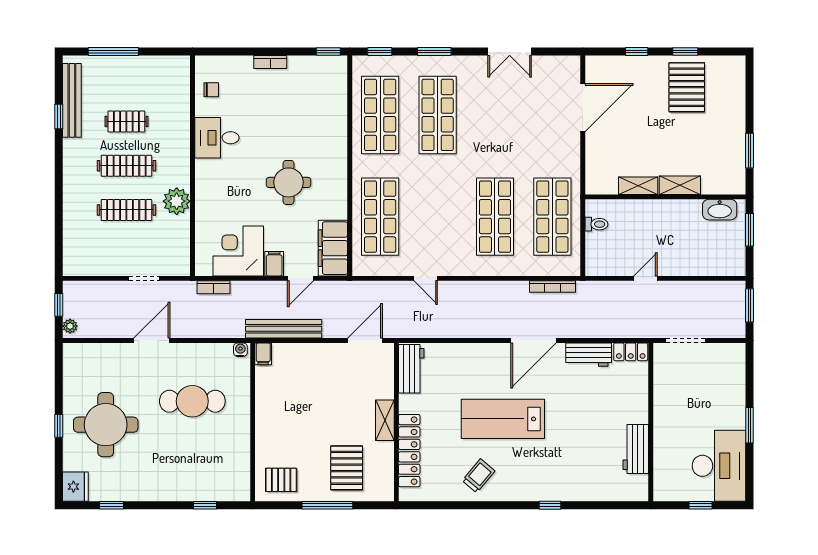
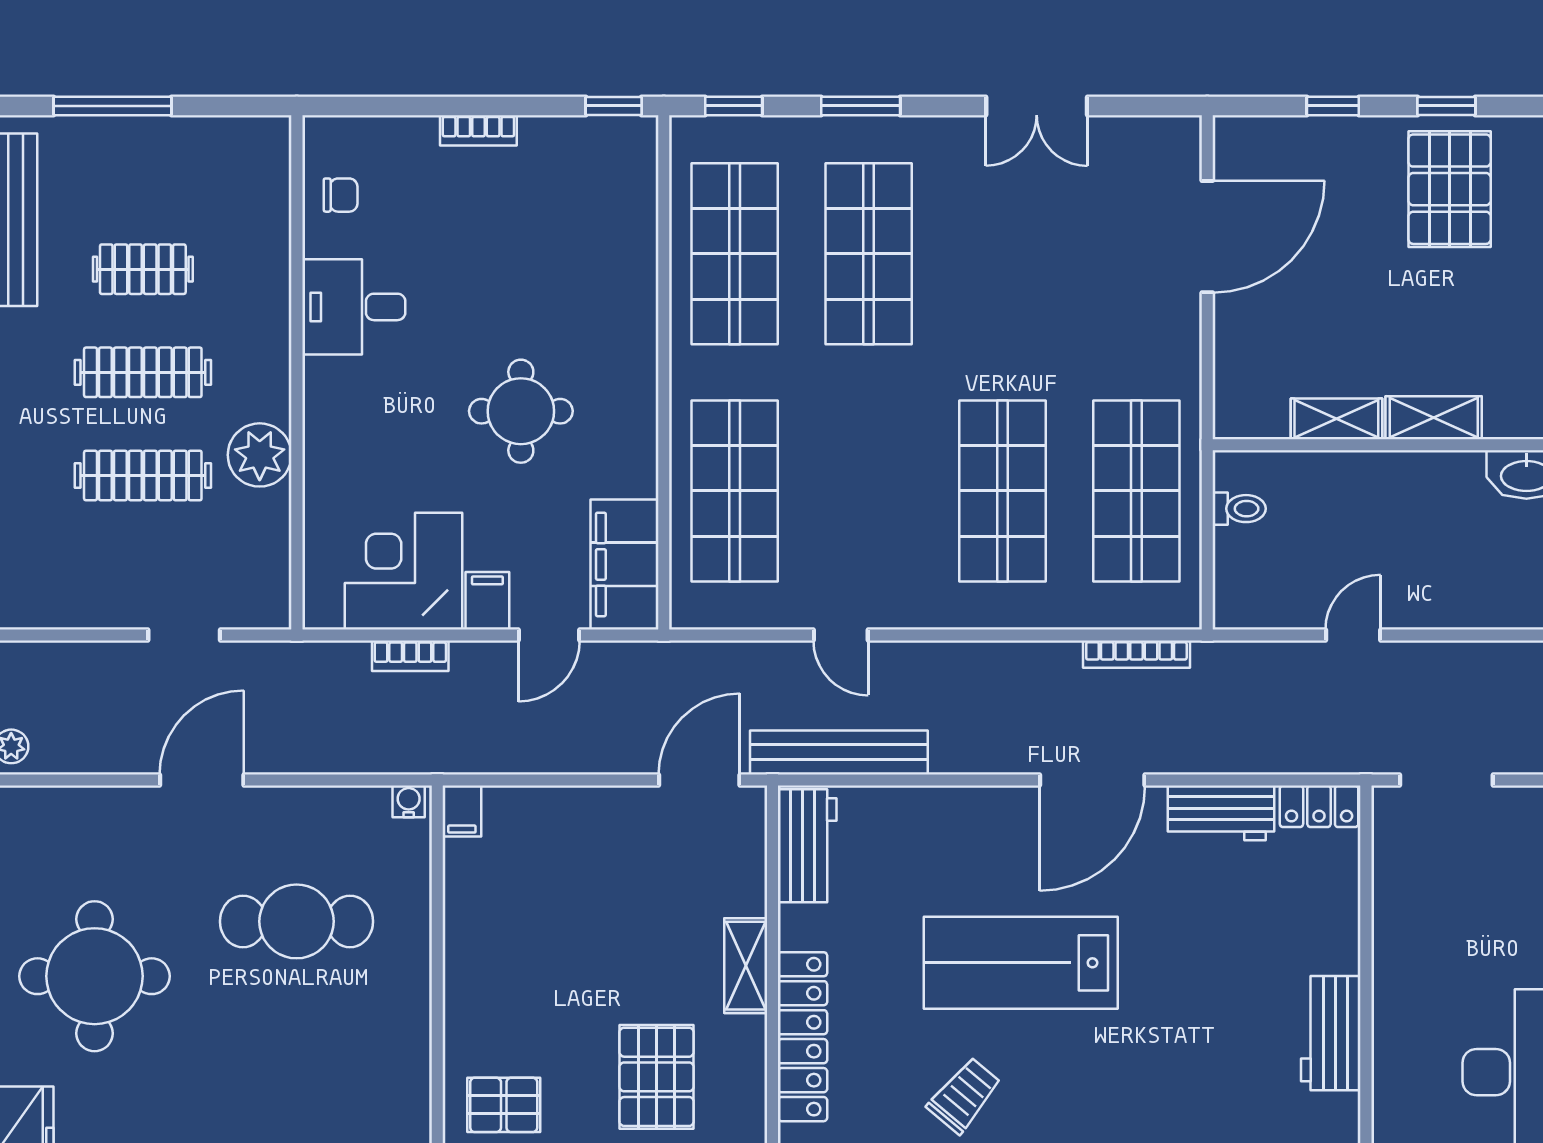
bookcase: (214, 287) -> (410, 656), moved
bench: (284, 329) -> (839, 752), moved

